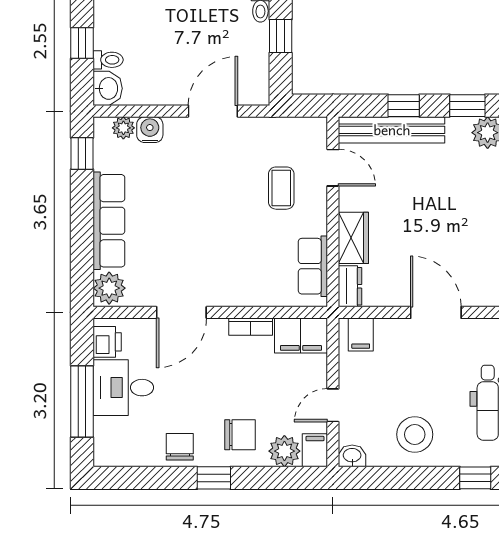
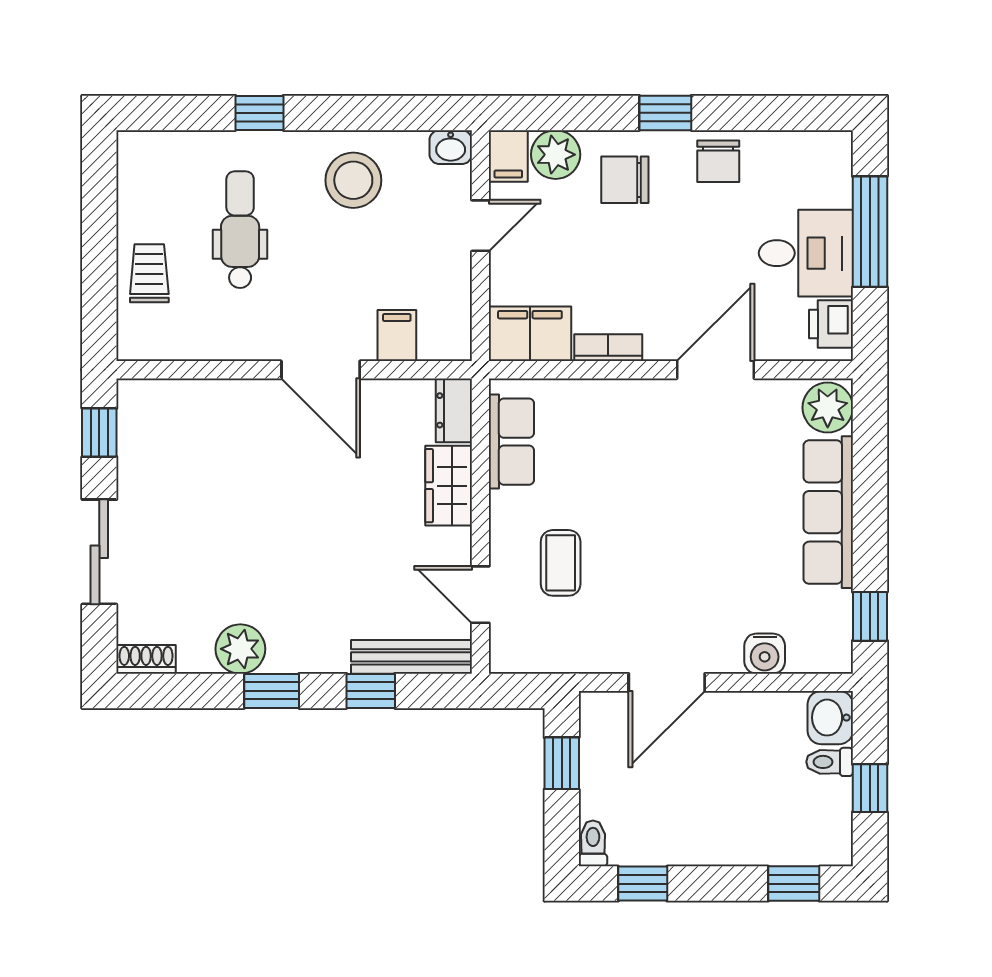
window: (281, 36) -> (562, 763), moved
plant: (123, 128) -> (806, 656), removed
bench: (392, 130) -> (411, 657), width x0.73, depth x0.82
filing cabinet: (361, 334) -> (397, 336), moved

